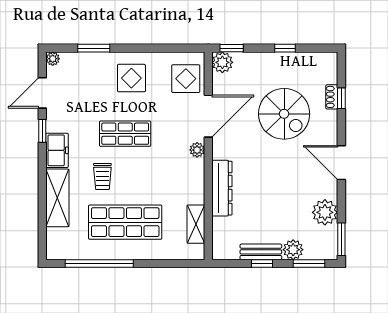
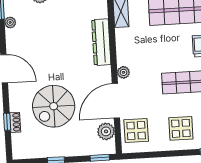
plant: (222, 62) -> (106, 131), moved
spiral stairs: (284, 114) -> (54, 106), turned -90
plant: (325, 212) -> (10, 22), width x0.53, depth x0.53

